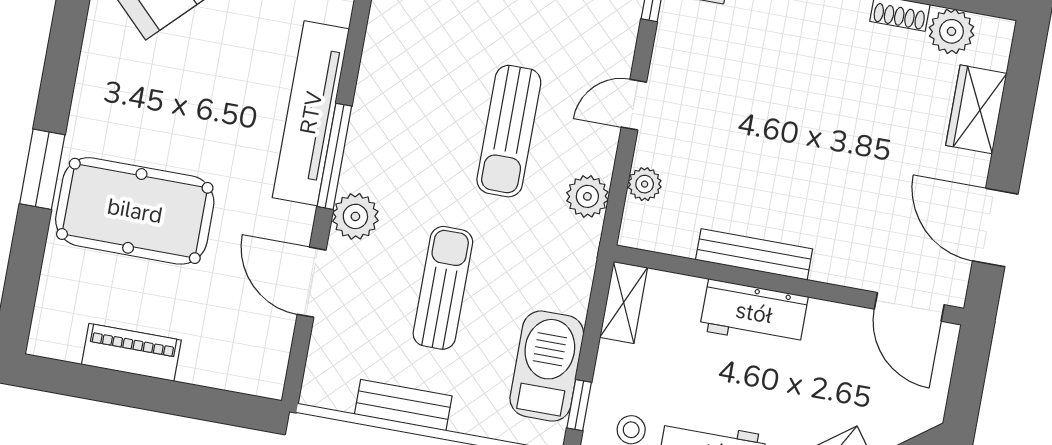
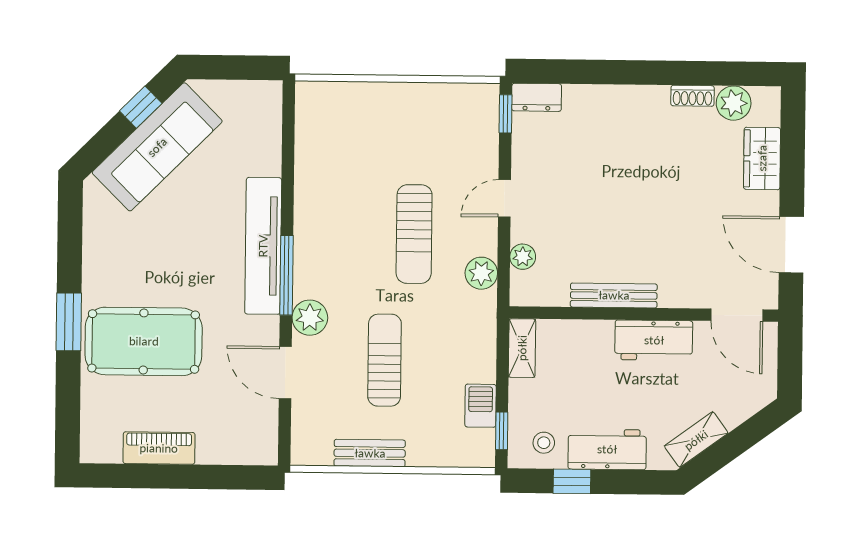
workbench: (754, 313) -> (654, 340), moved
barbecue: (547, 366) -> (481, 406), width x0.53, depth x0.65

